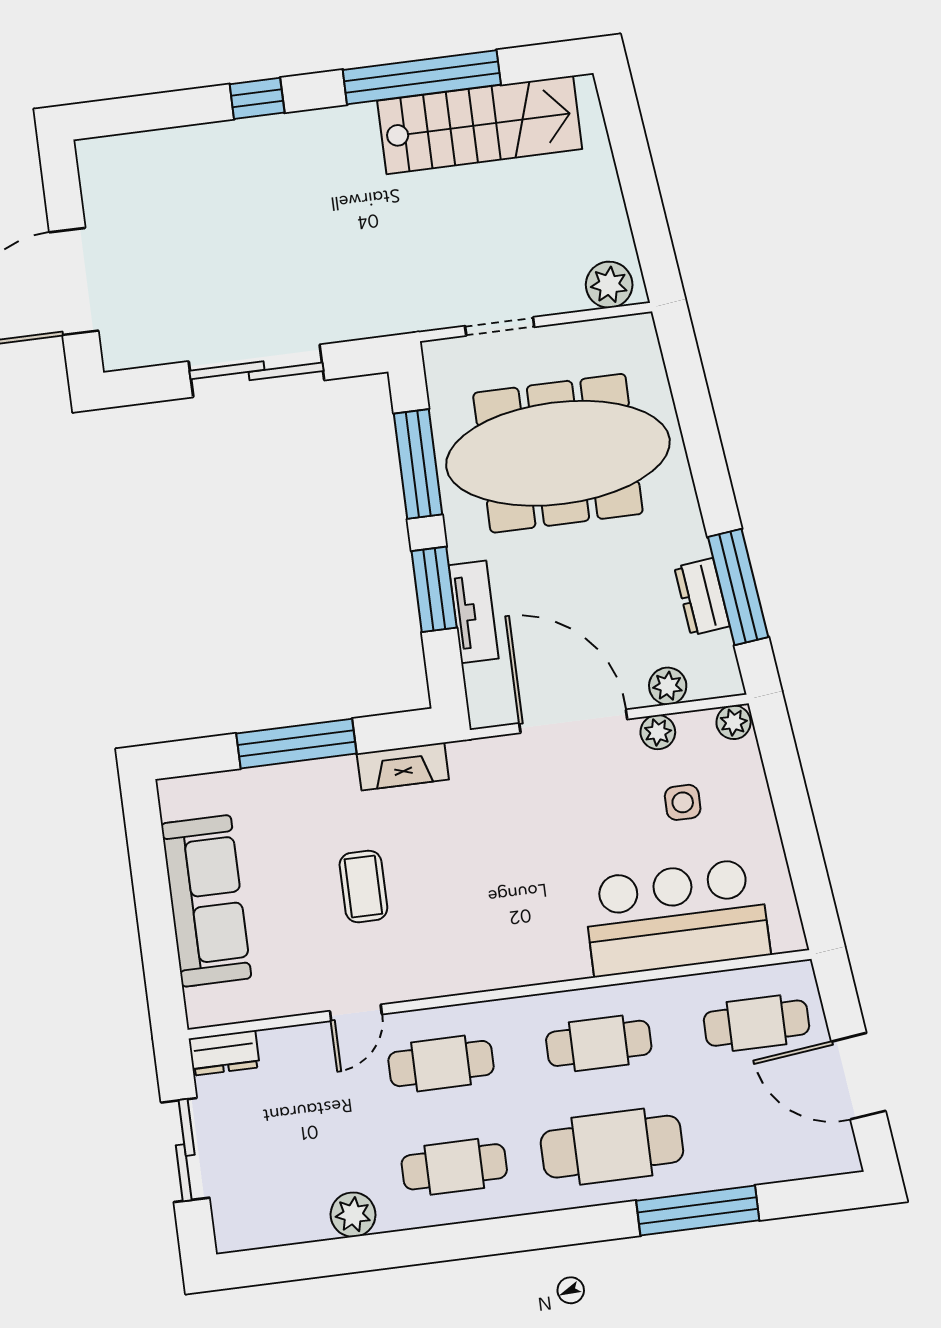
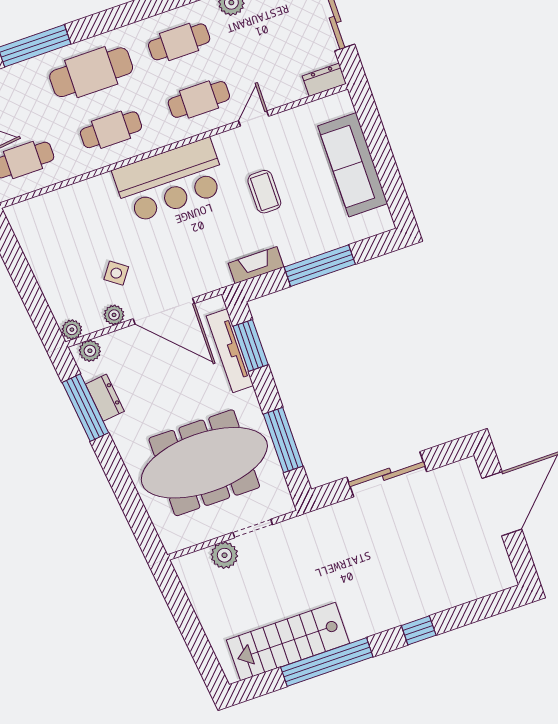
plant: (609, 285) -> (224, 555), moved
window: (434, 589) -> (251, 345), moved
tv unit: (474, 612) -> (230, 351), width x1.41
plant: (668, 686) -> (90, 351), moved
side table: (683, 802) -> (116, 273), moved, turned 36
bar counter: (676, 917) -> (170, 181), moved

